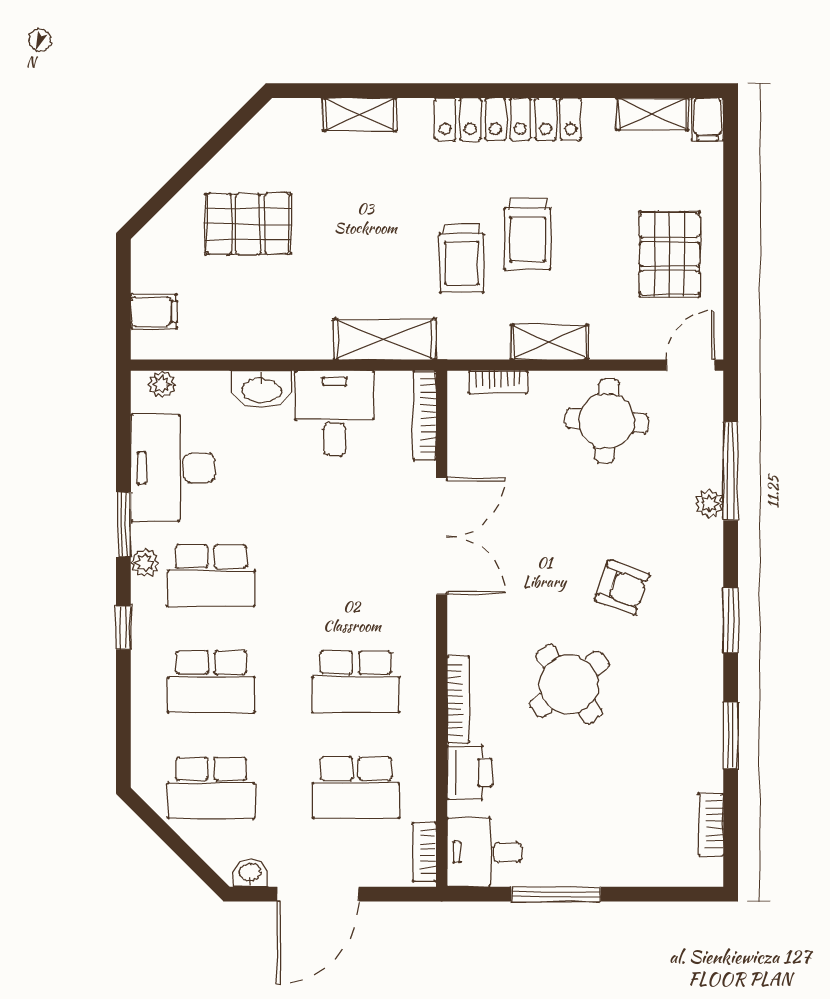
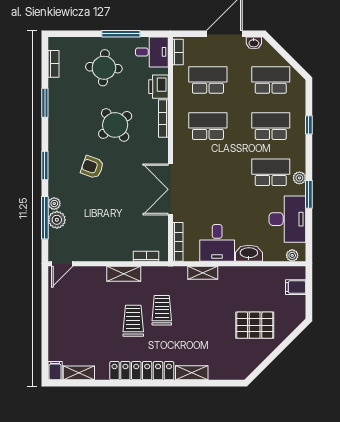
shelving: (359, 114) -> (192, 373), moved
pallet: (670, 254) -> (71, 312), removed
shelving: (385, 339) -> (203, 273), width x0.67, depth x0.75
round table: (607, 421) -> (104, 68), moved
plant: (703, 466) -> (57, 220), added
window: (731, 620) -> (45, 166), moved
window: (123, 628) -> (309, 125), moved

